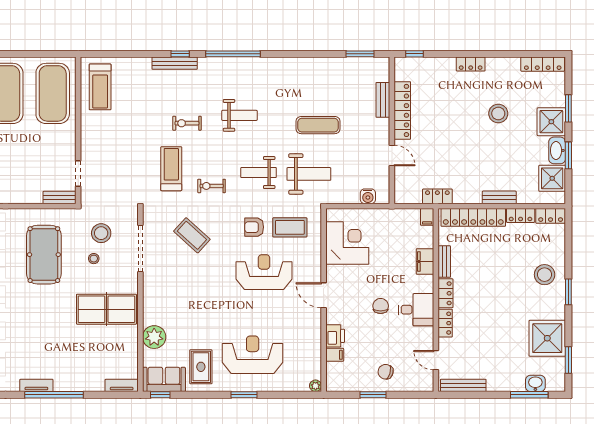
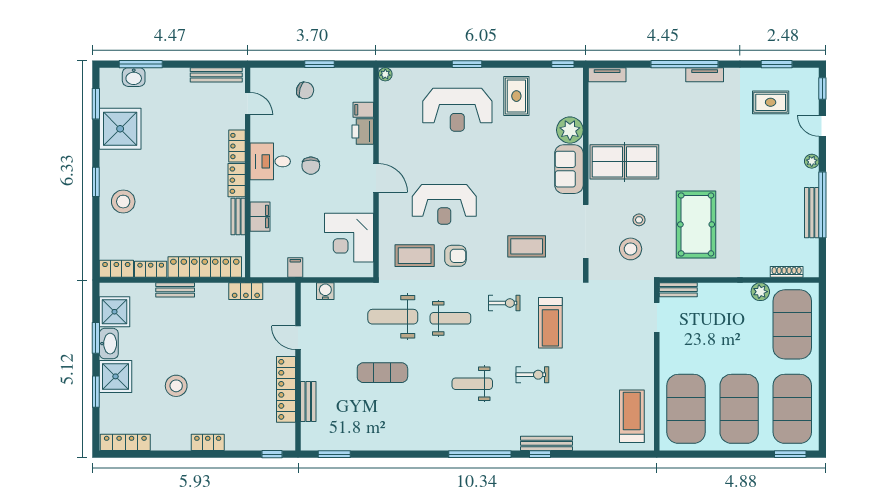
filing cabinet: (427, 217) -> (295, 268), moved
coffee table: (192, 235) -> (527, 246), turned -42
sofa: (164, 379) -> (569, 169), moved, turned 90

